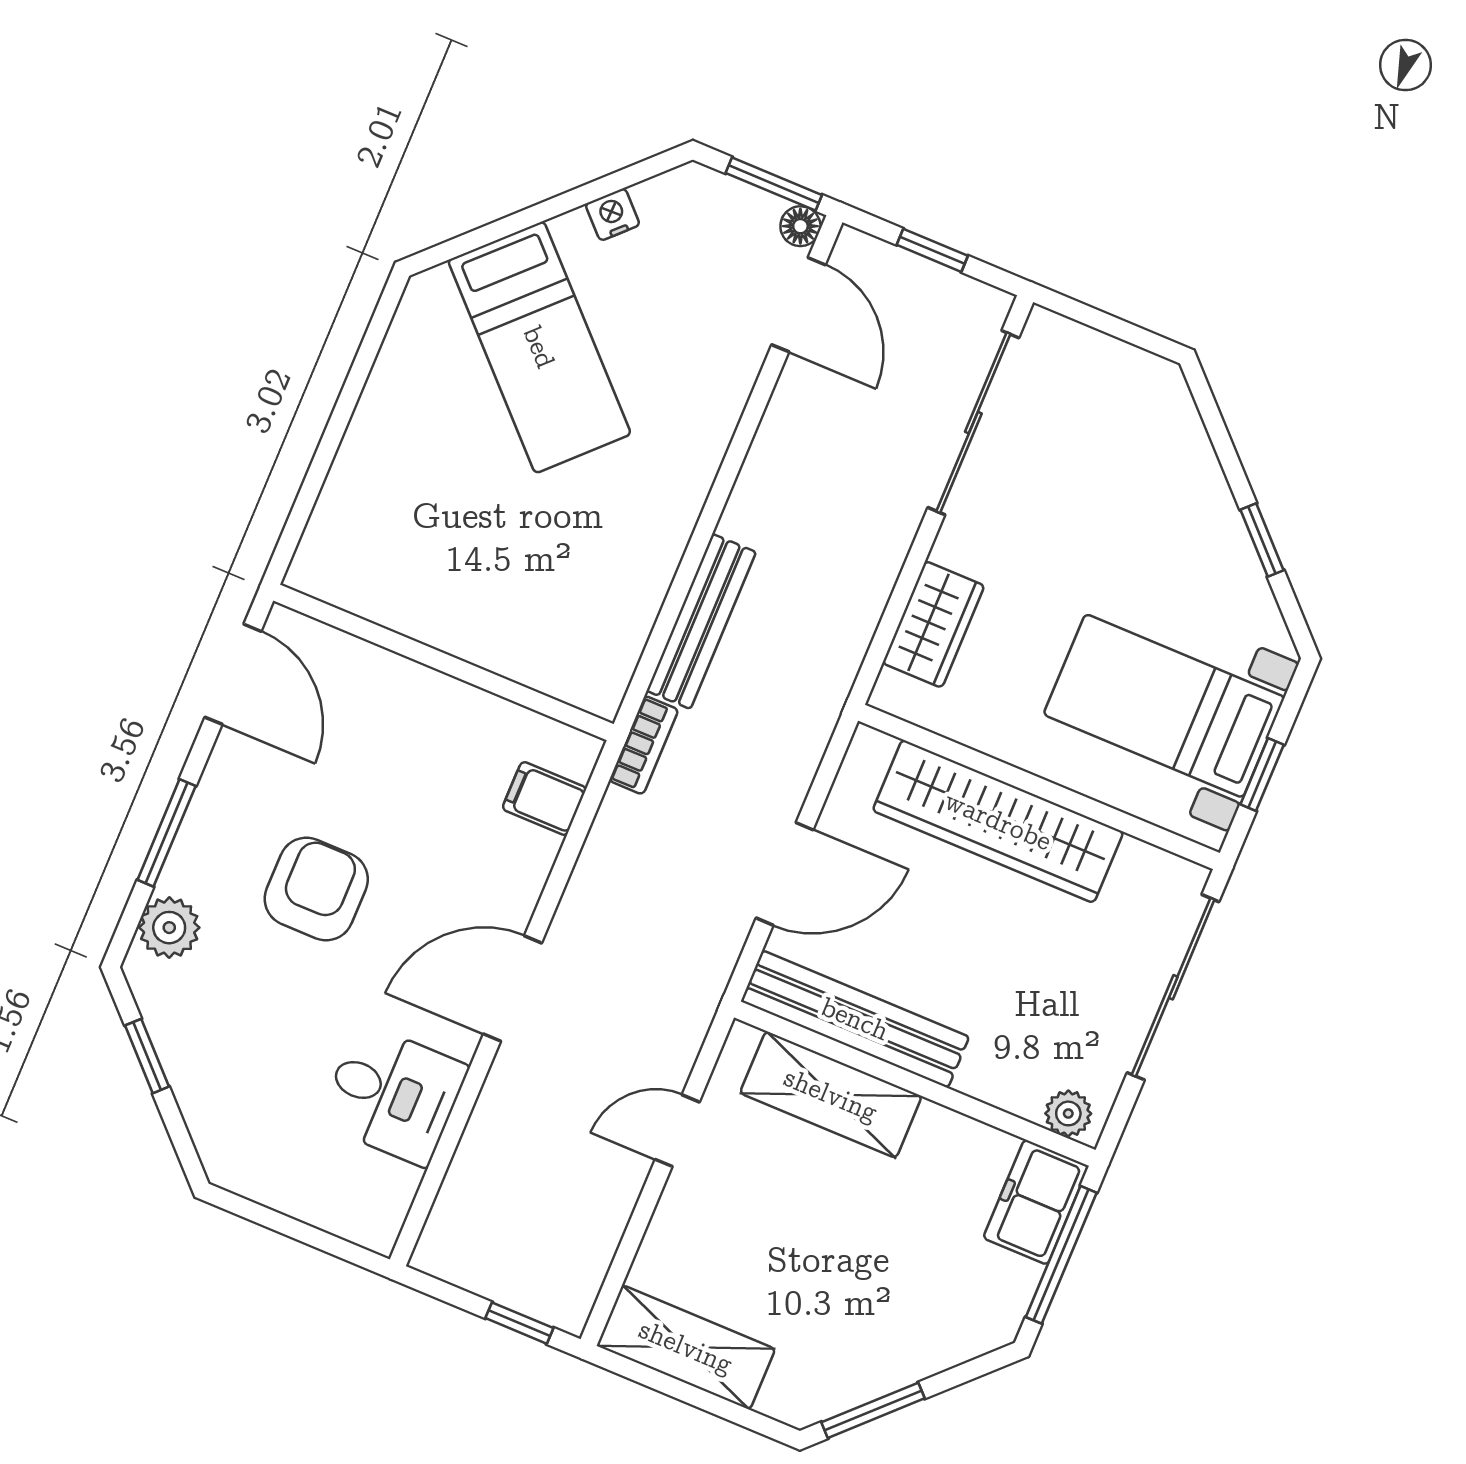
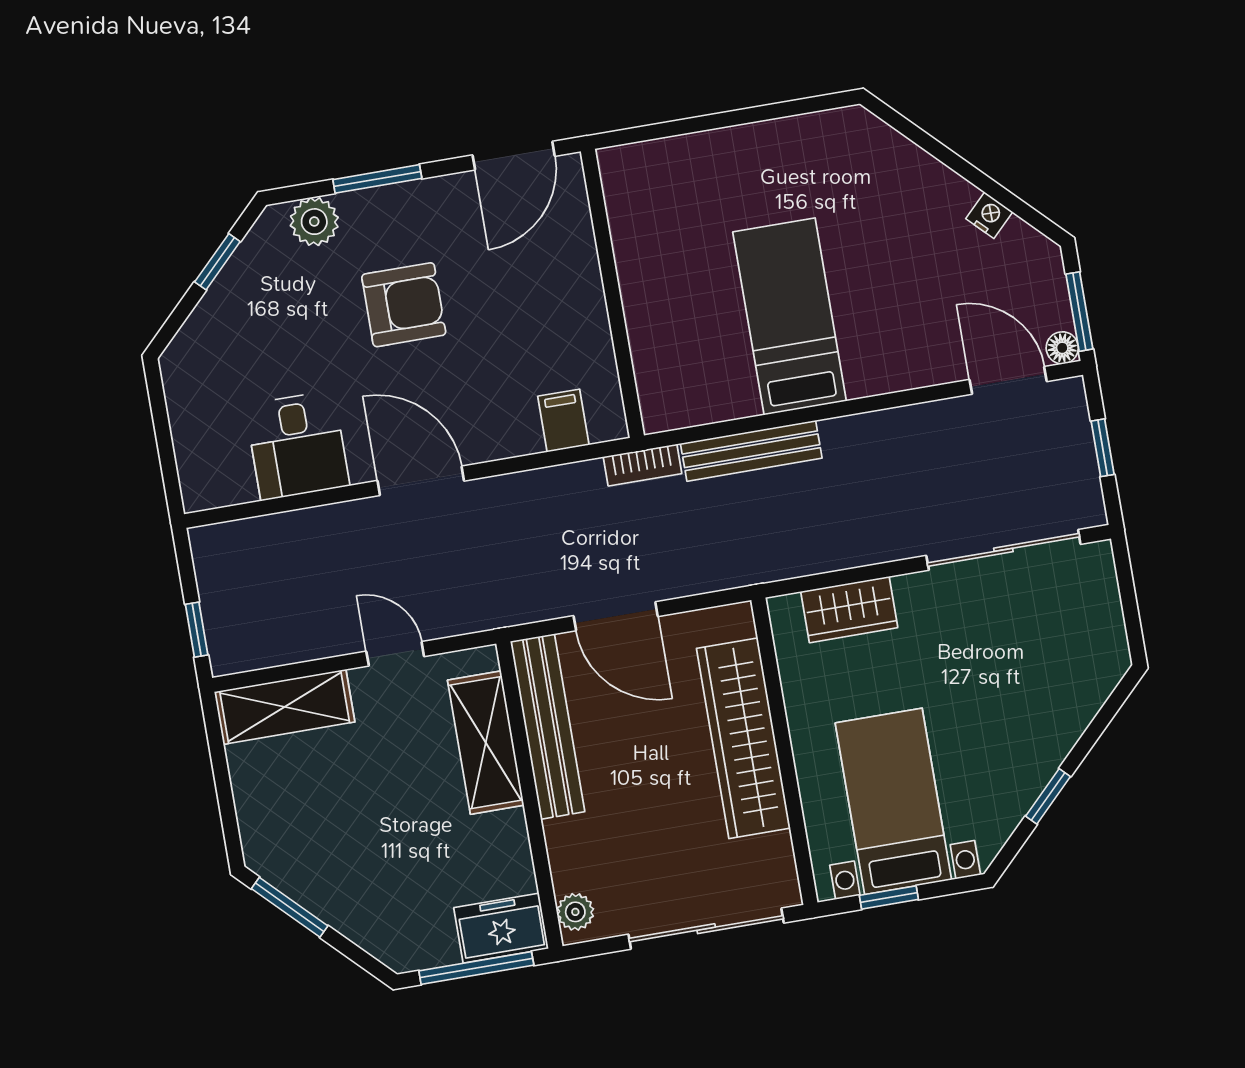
door: (799, 305) -> (1008, 380), swing flipped
bed: (539, 347) -> (790, 316), moved, turned 135
shelving: (686, 1347) -> (285, 707), moved, turned 90

